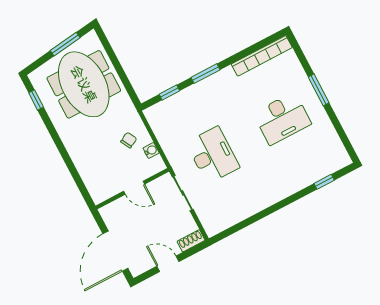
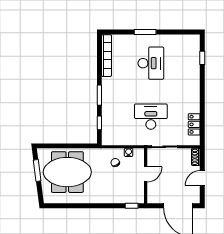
window: (36, 100) -> (132, 206), moved
locker: (232, 217) -> (194, 124), added

